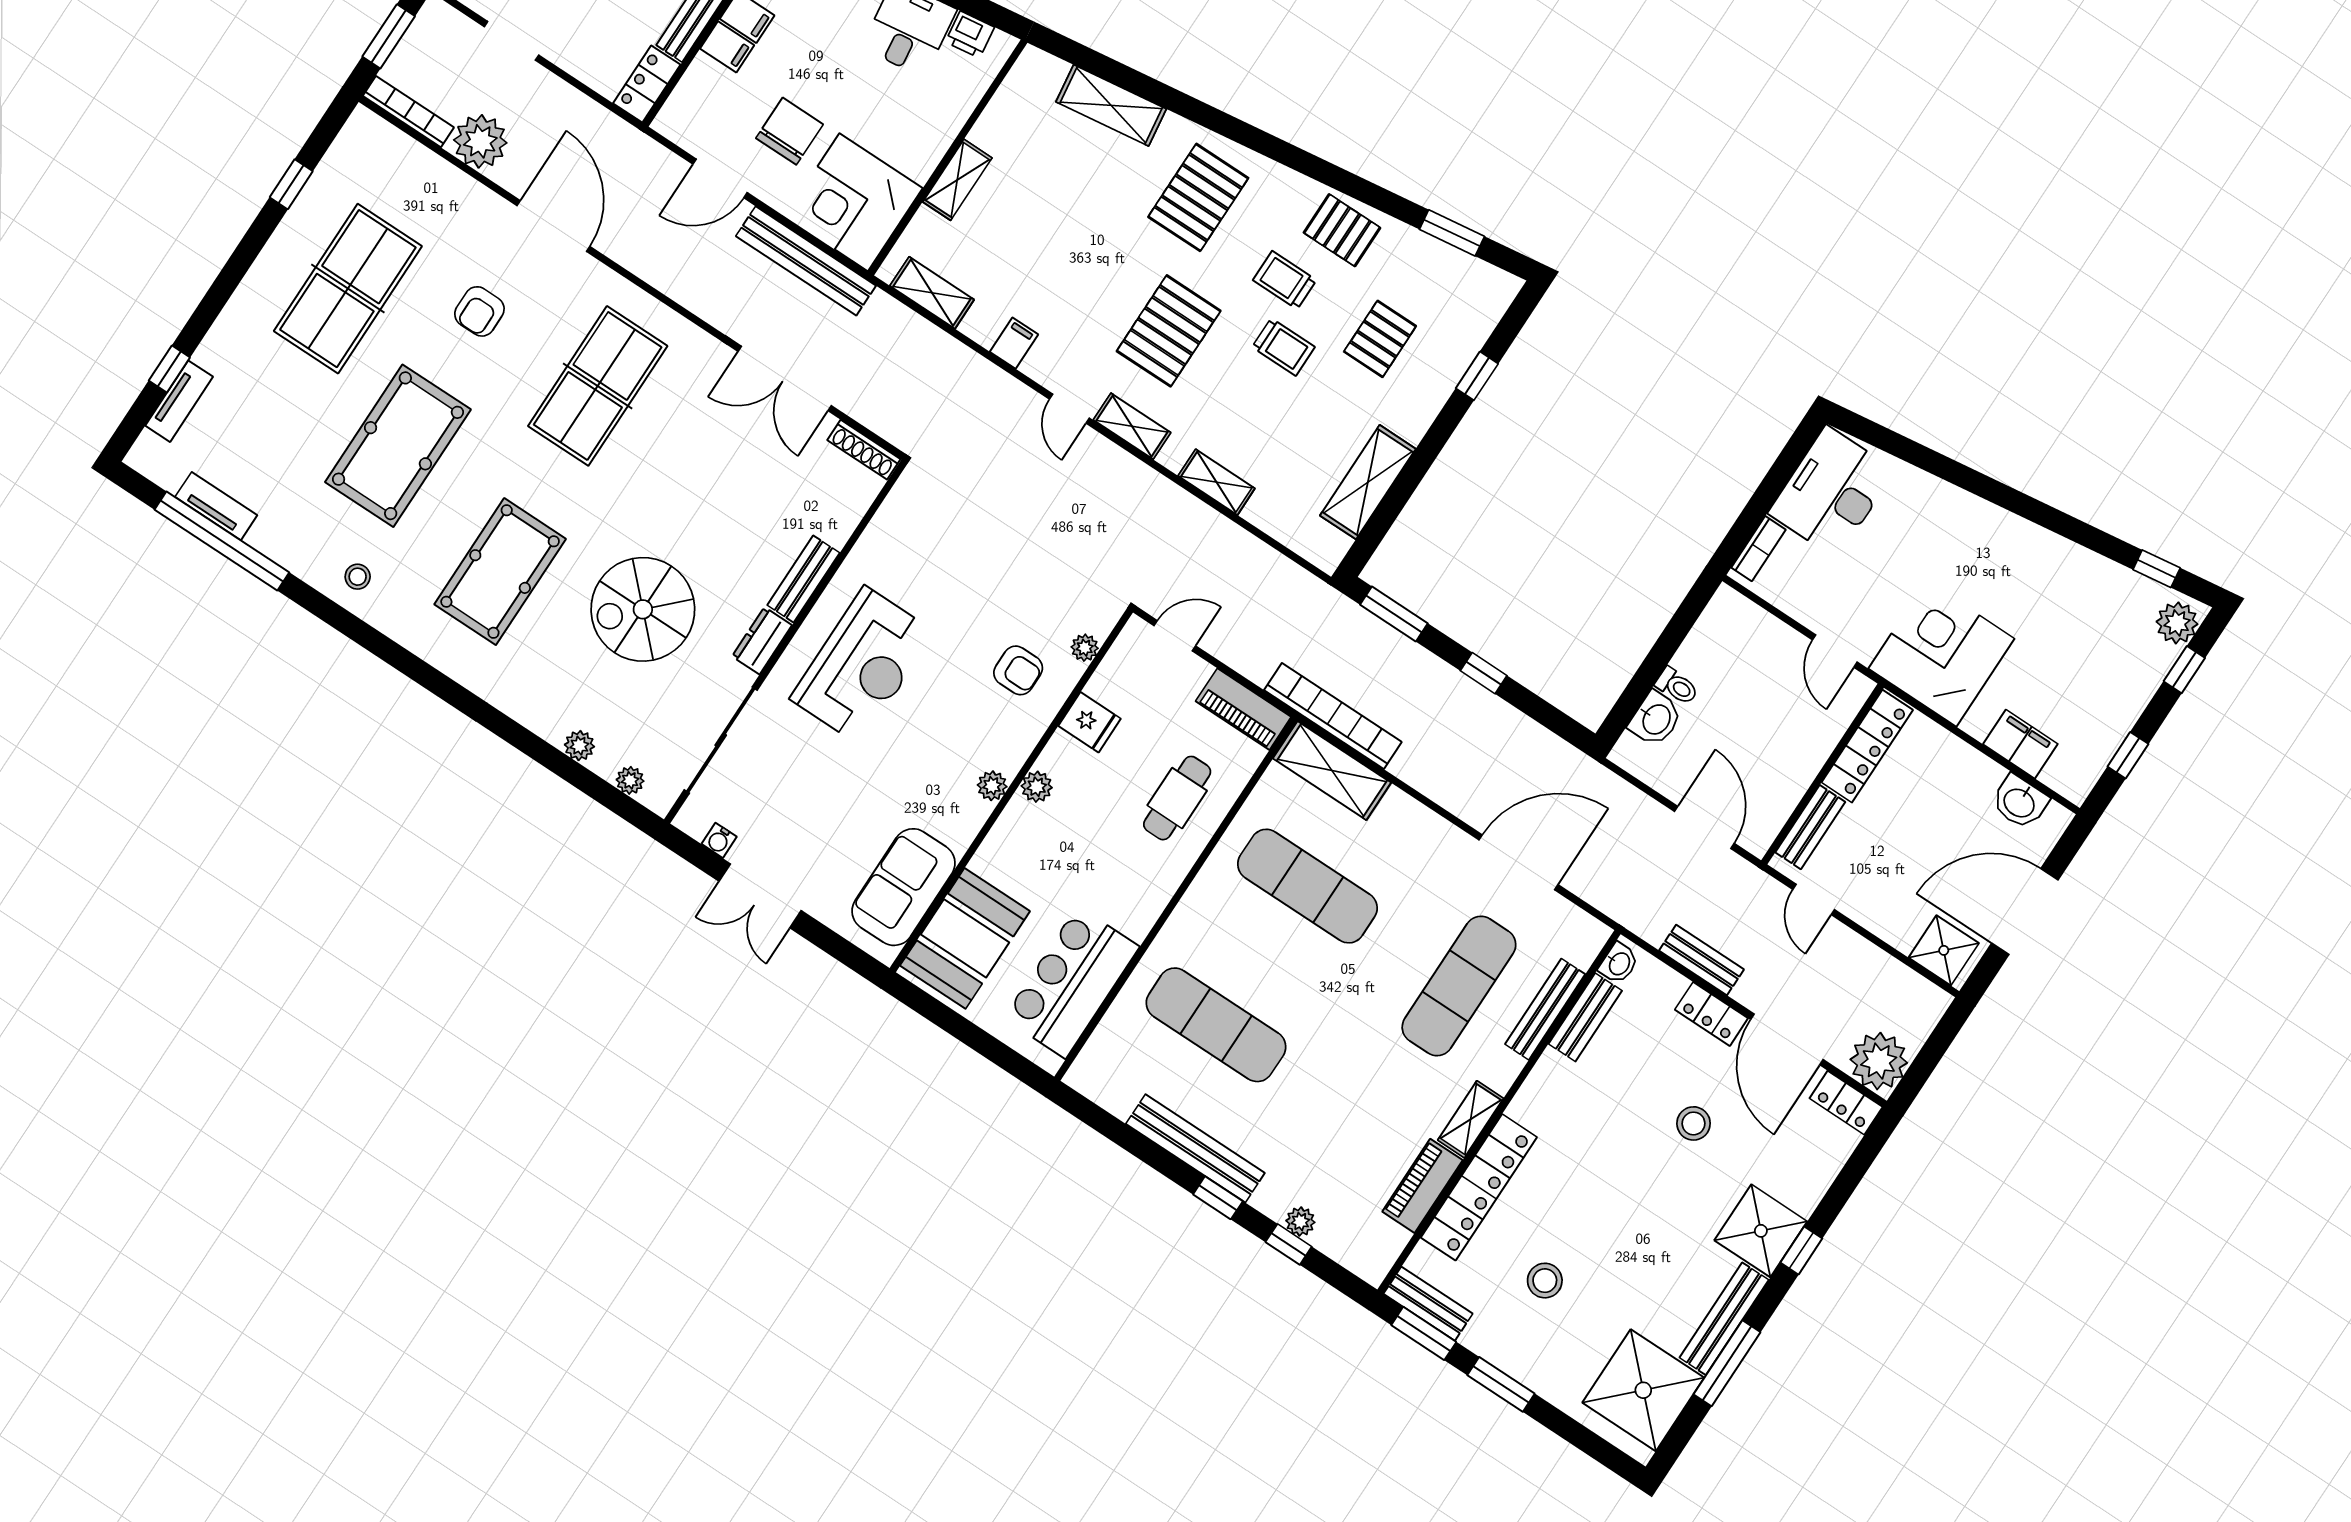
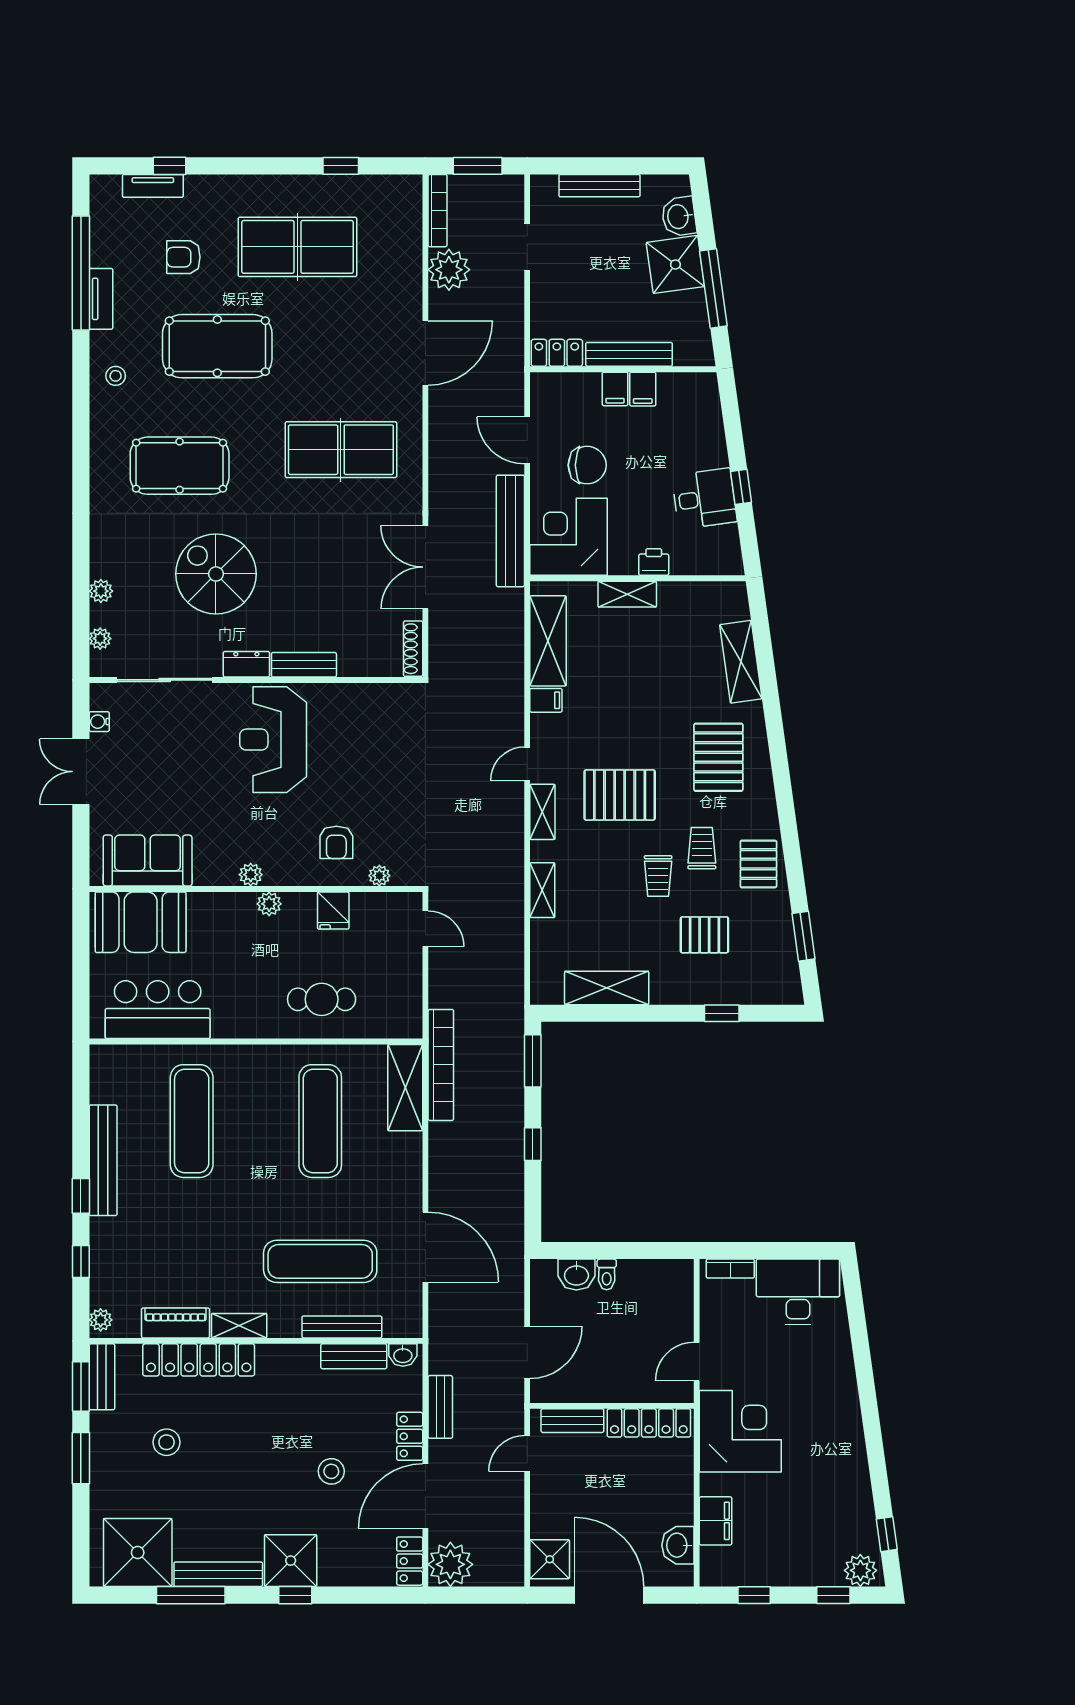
printer: (970, 35) -> (654, 562), moved, turned 98
pallet: (1198, 197) -> (718, 757), turned 90
shelving: (932, 293) -> (548, 641), width x1.50, depth x1.33
armchair: (479, 311) -> (183, 257), moved
tv unit: (216, 506) -> (101, 299), moved
reception desk: (862, 665) -> (273, 740), turned 90
piano: (1243, 709) -> (407, 1004), removed
plant: (1300, 1222) -> (101, 1320), moved

